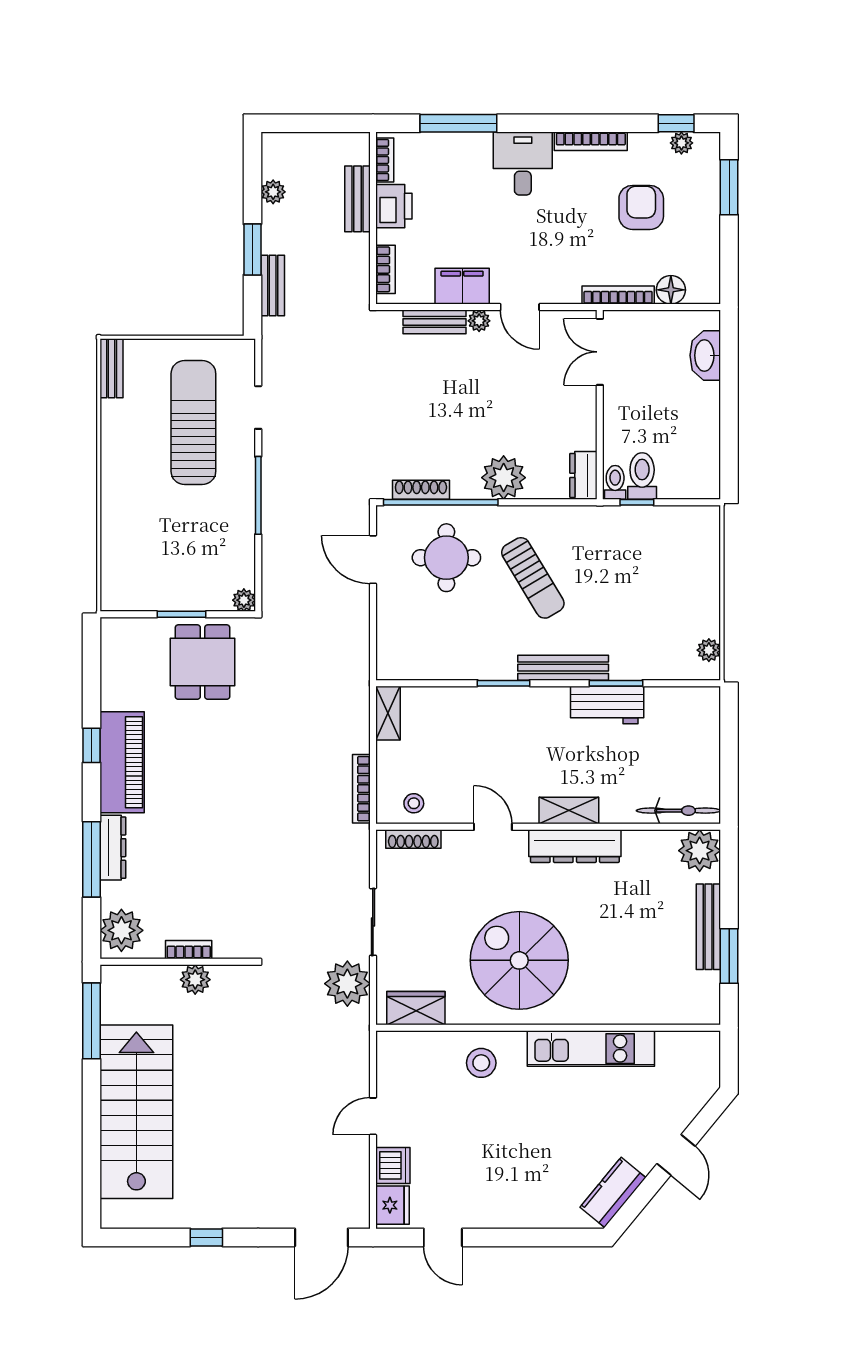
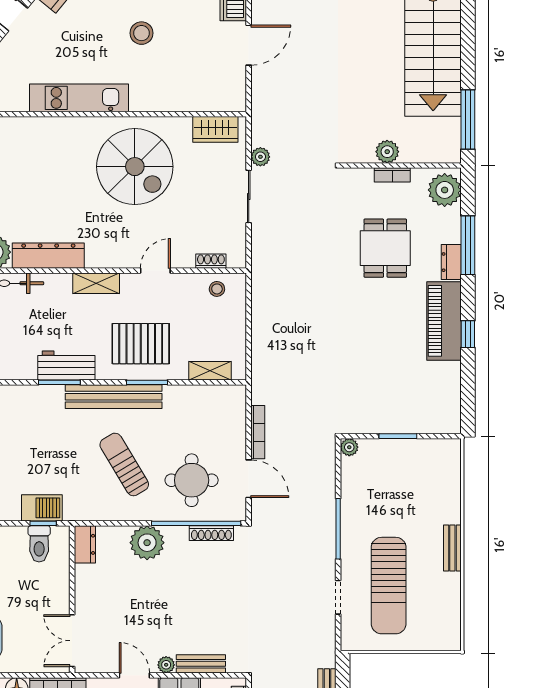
double door: (600, 352) -> (72, 641), swing flipped
bench: (112, 368) -> (452, 548), moved
toilet: (615, 482) -> (60, 539), removed
barbecue: (639, 522) -> (42, 508), added
dining table: (203, 662) -> (385, 248), moved
bench: (563, 668) -> (114, 397), width x1.37, depth x1.21
shelving: (388, 713) -> (210, 371), moved, turned 90
pallet: (512, 733) -> (141, 344), added
bookcase: (361, 789) -> (258, 432), moved
door: (493, 827) -> (155, 271), swing flipped
shoe rack: (413, 839) -> (211, 261), width x0.70
dresser: (575, 846) -> (48, 256), moved
dresser: (113, 848) -> (451, 262), width x0.70
plant: (347, 984) -> (260, 157), width x0.53, depth x0.53
stool: (481, 1063) -> (142, 33), moved
door: (373, 1116) -> (249, 45), width x1.38

